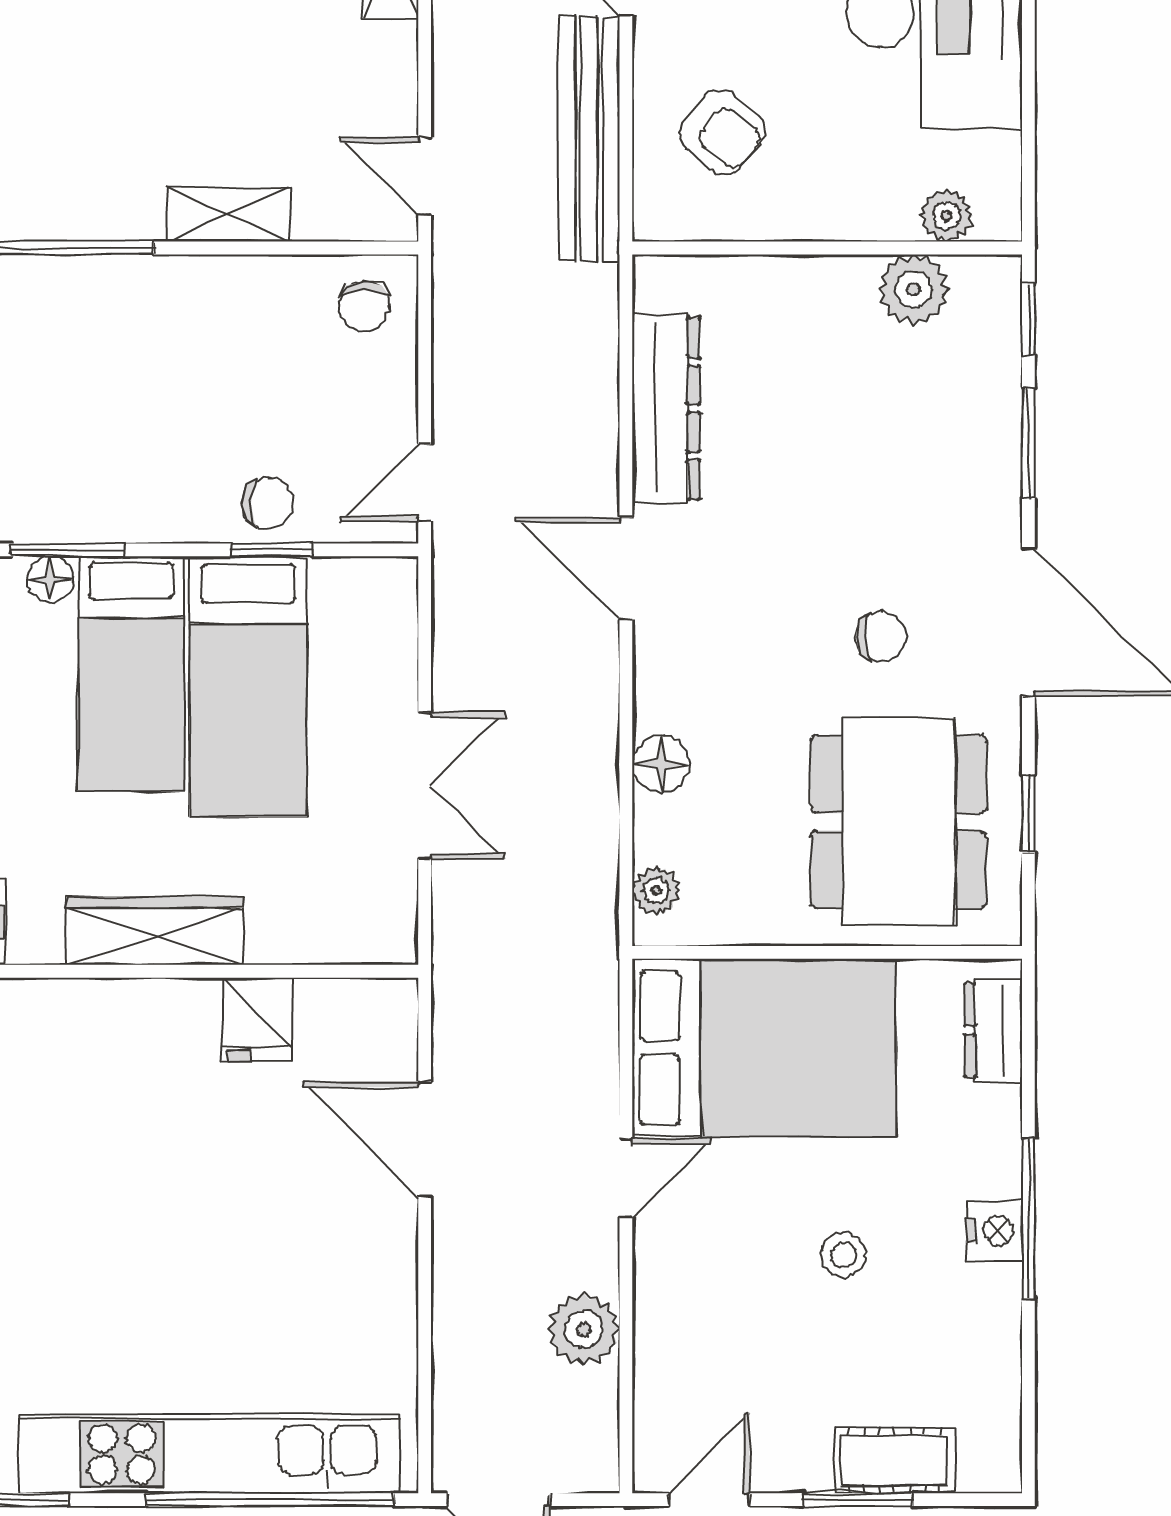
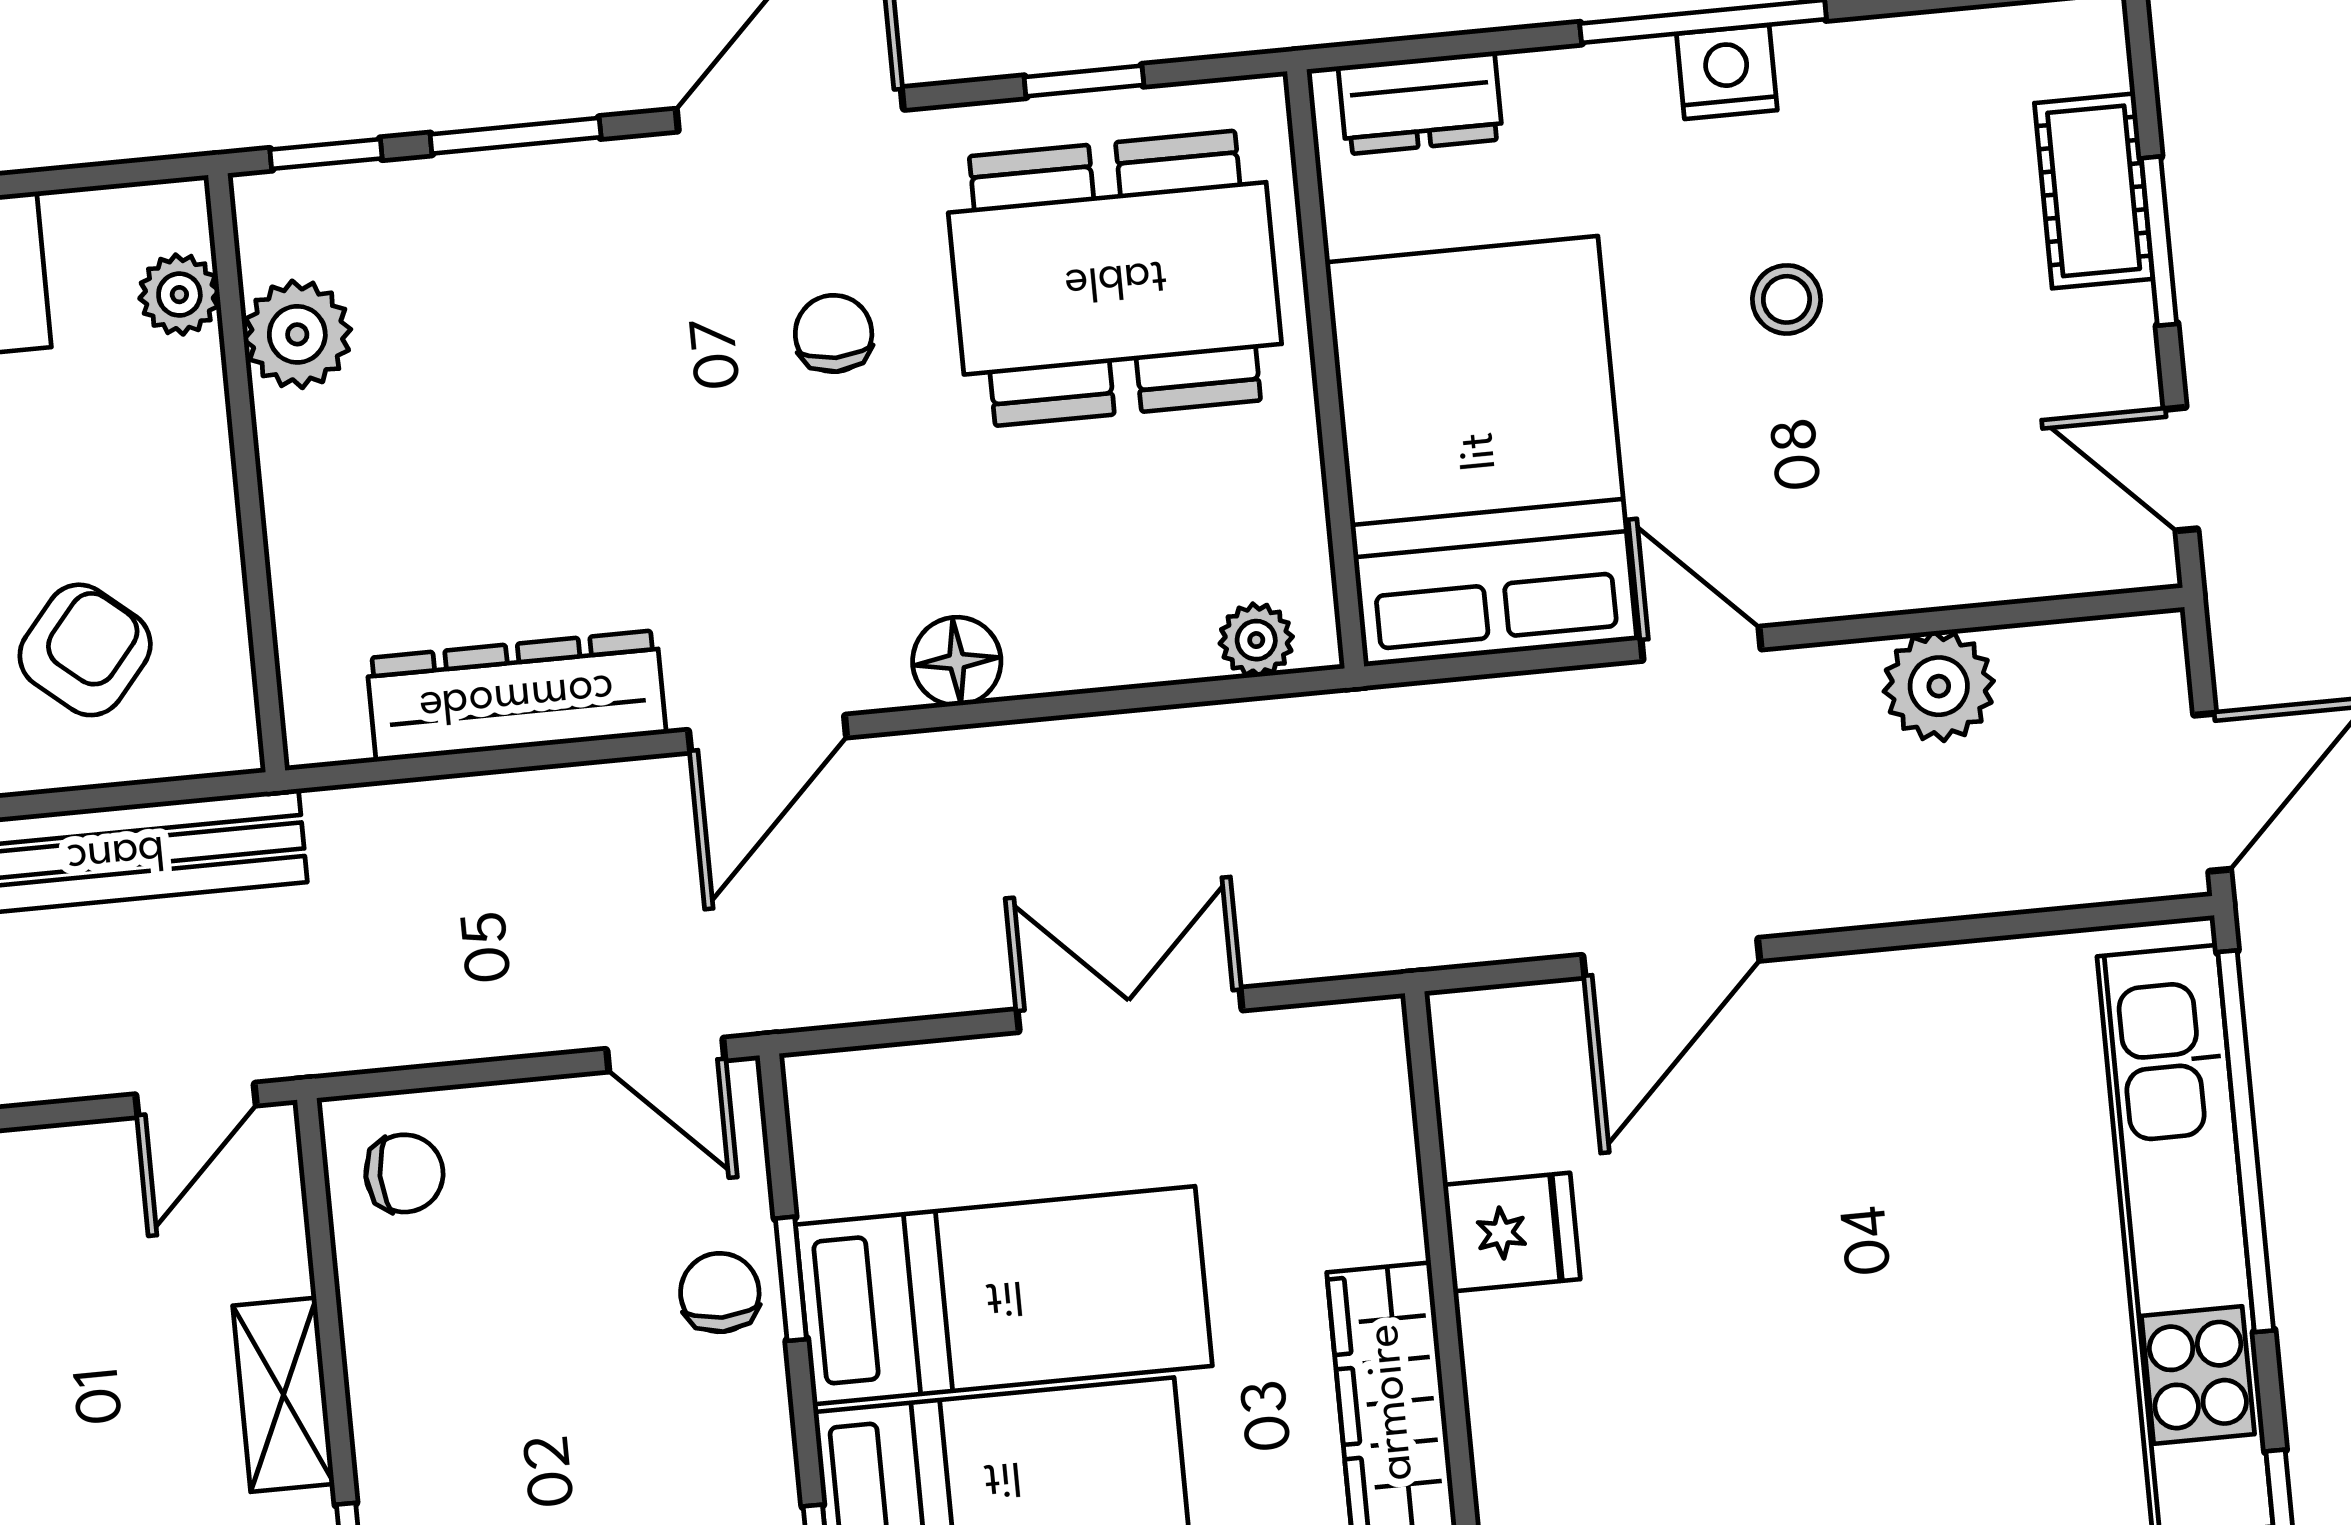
floor lamp: (661, 764) -> (957, 661), moved

